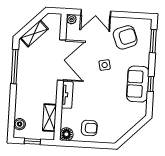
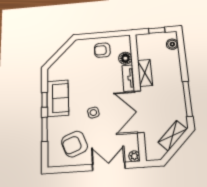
window: (153, 41) -> (45, 129), moved
shelving: (49, 118) -> (145, 73), moved
floor lamp: (66, 134) -> (125, 58), moved

